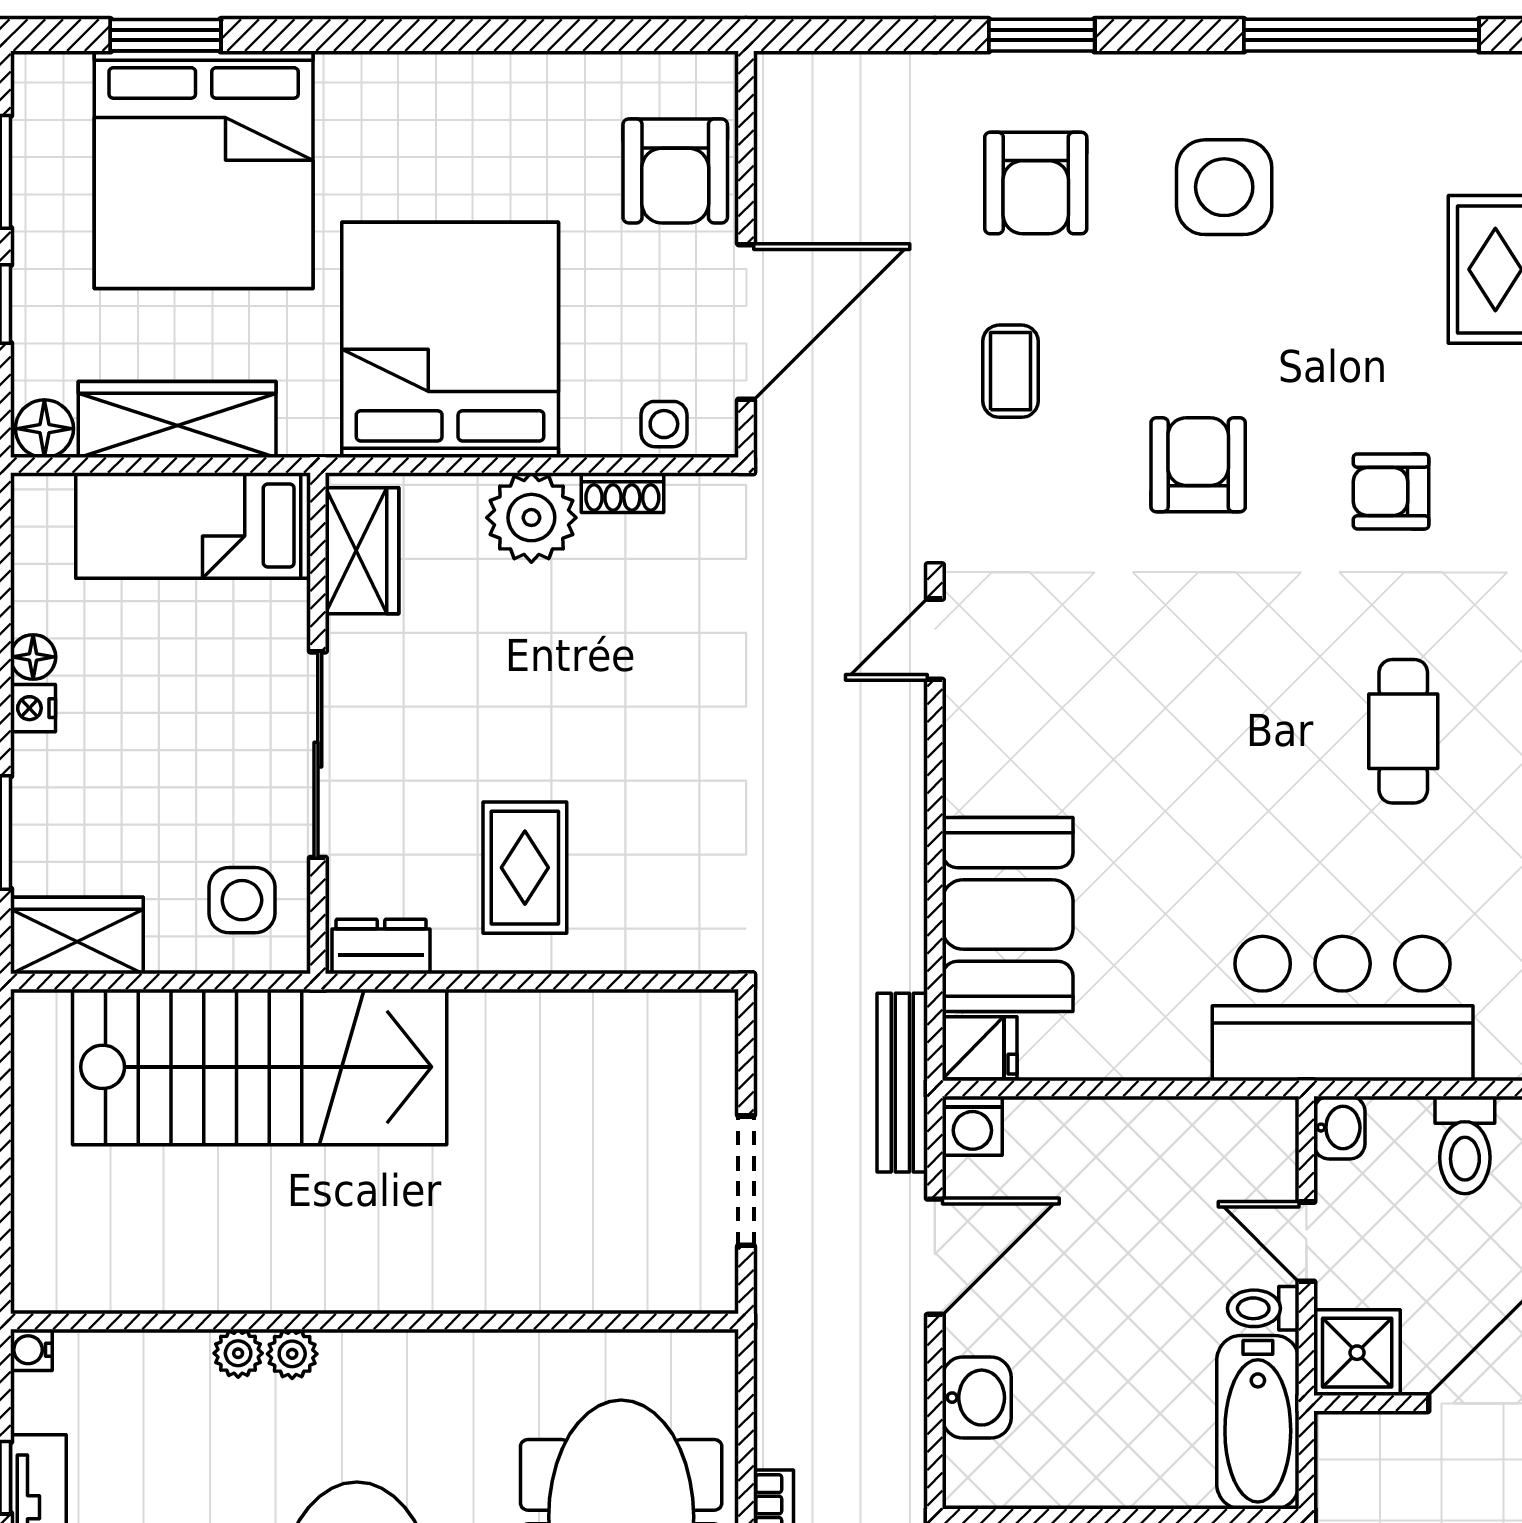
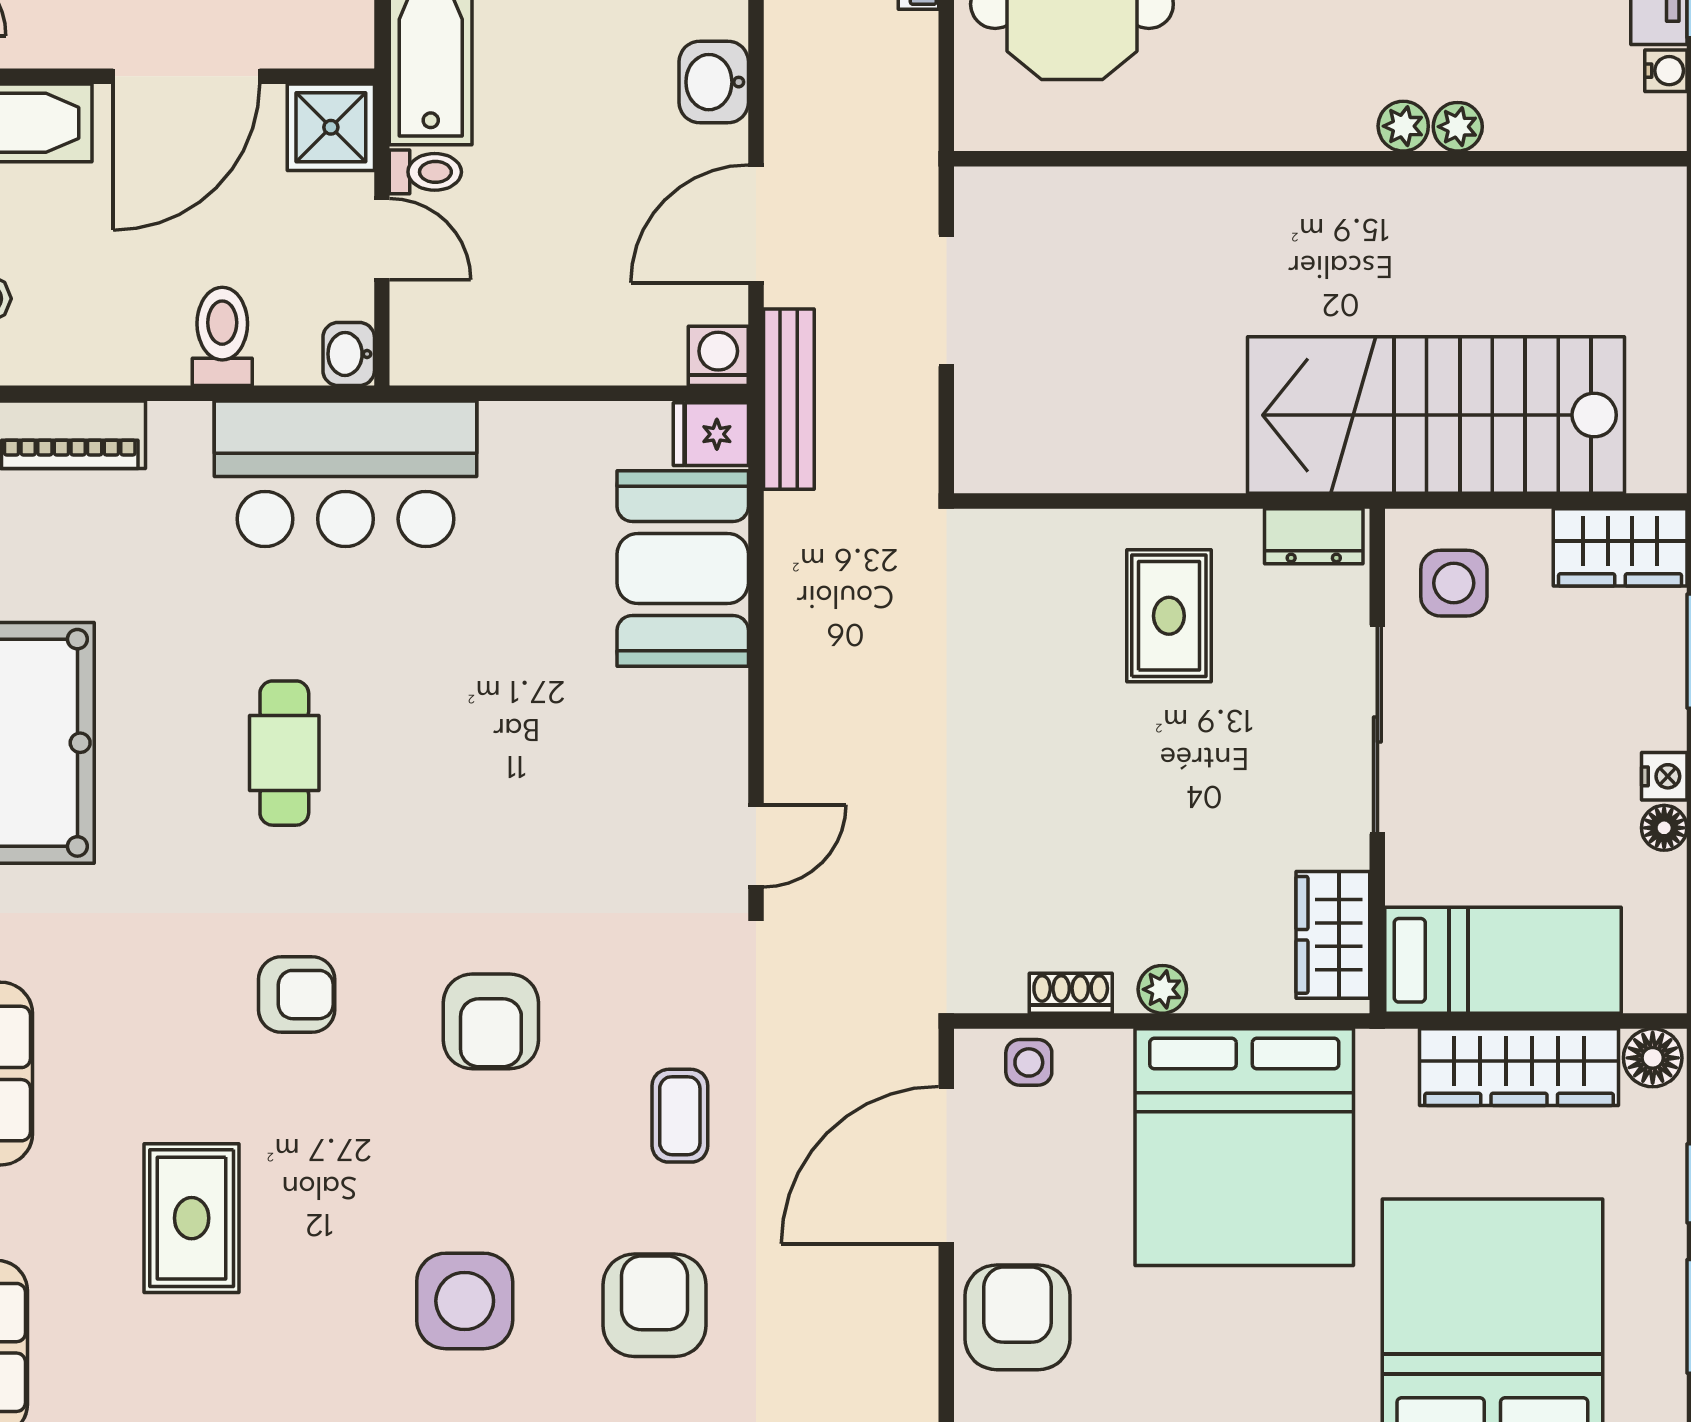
plant: (531, 518) -> (1162, 989), width x0.53, depth x0.53
water cooler: (31, 1350) -> (1666, 71), moved

